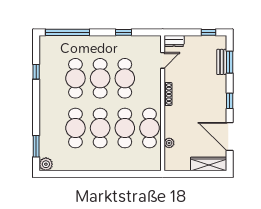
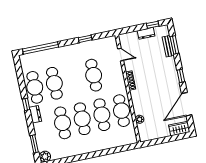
dresser: (174, 41) -> (146, 33), moved
door: (163, 60) -> (121, 55), hinge flipped
window: (36, 72) -> (26, 104), moved
cafe table: (100, 78) -> (35, 87), moved
dresser: (45, 111) -> (35, 114), added
door: (230, 136) -> (187, 104), hinge flipped
wardrobe: (209, 164) -> (179, 129), width x0.67

